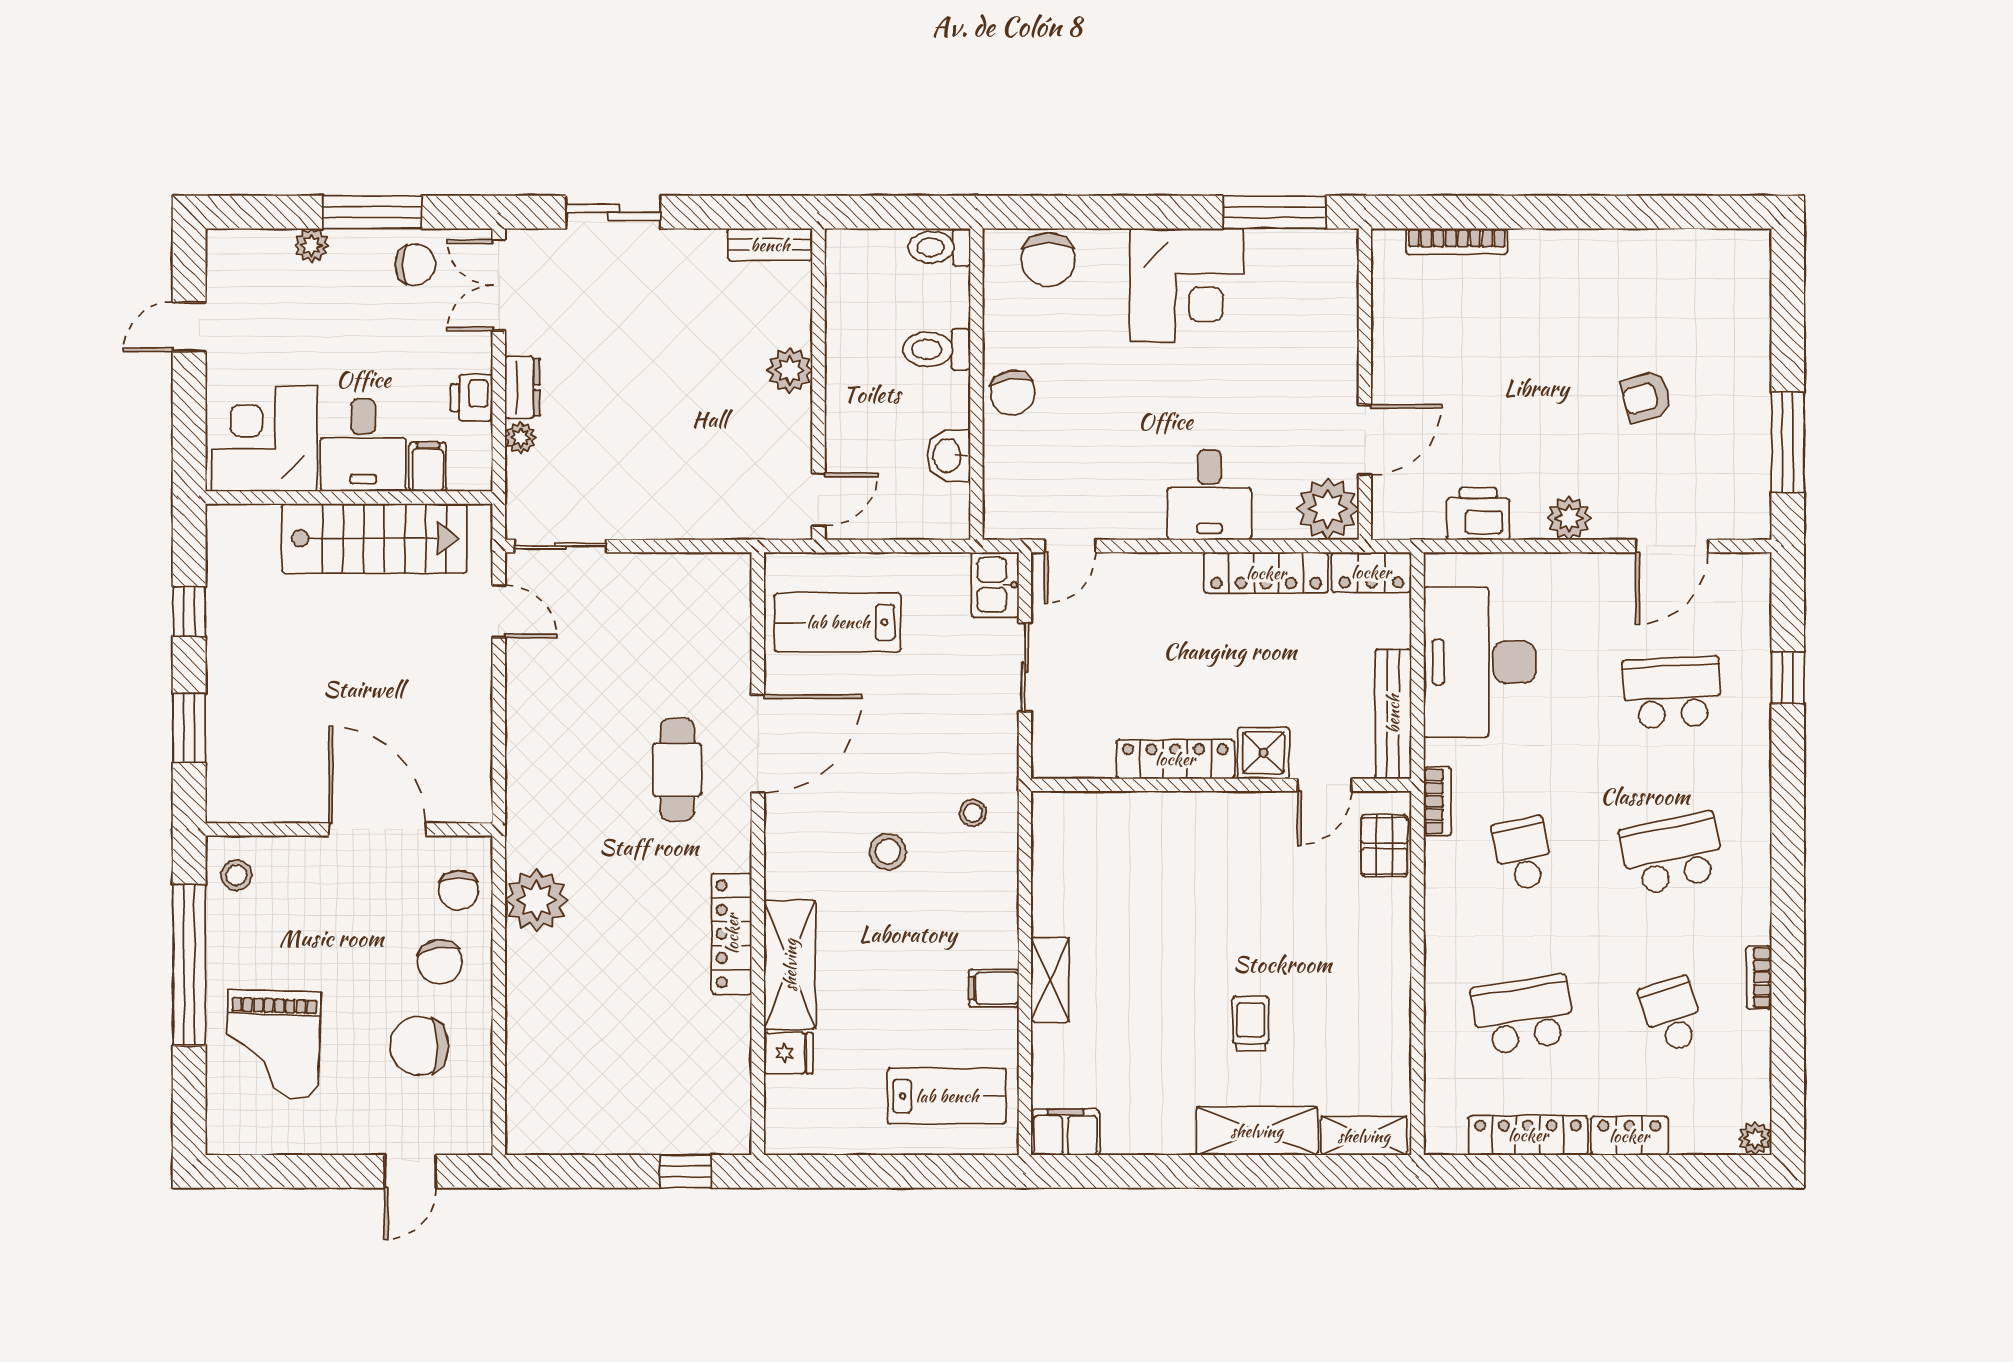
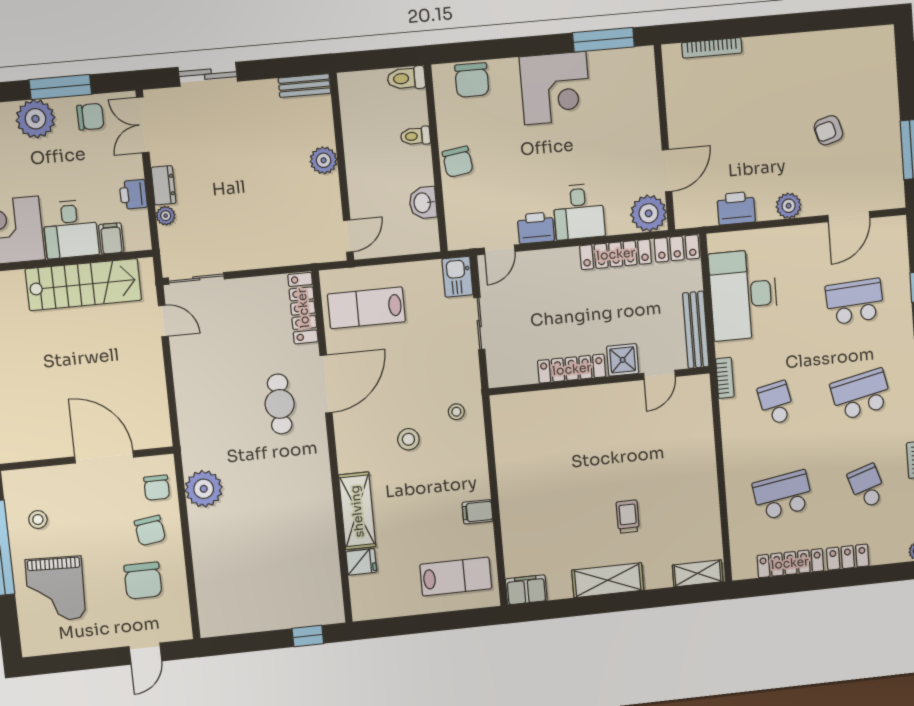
plant: (311, 245) -> (35, 119), width x1.87, depth x1.87
toilet: (936, 349) -> (415, 136), width x0.73, depth x0.72
printer: (1134, 515) -> (536, 228), added
pallet: (1384, 846) -> (696, 407), removed
stool: (236, 875) -> (38, 520), moved
locker: (732, 934) -> (303, 308), moved
shelving: (1050, 980) -> (510, 504), removed
chair: (419, 1046) -> (143, 581), turned -90
shelving: (1257, 1131) -> (608, 580), moved

